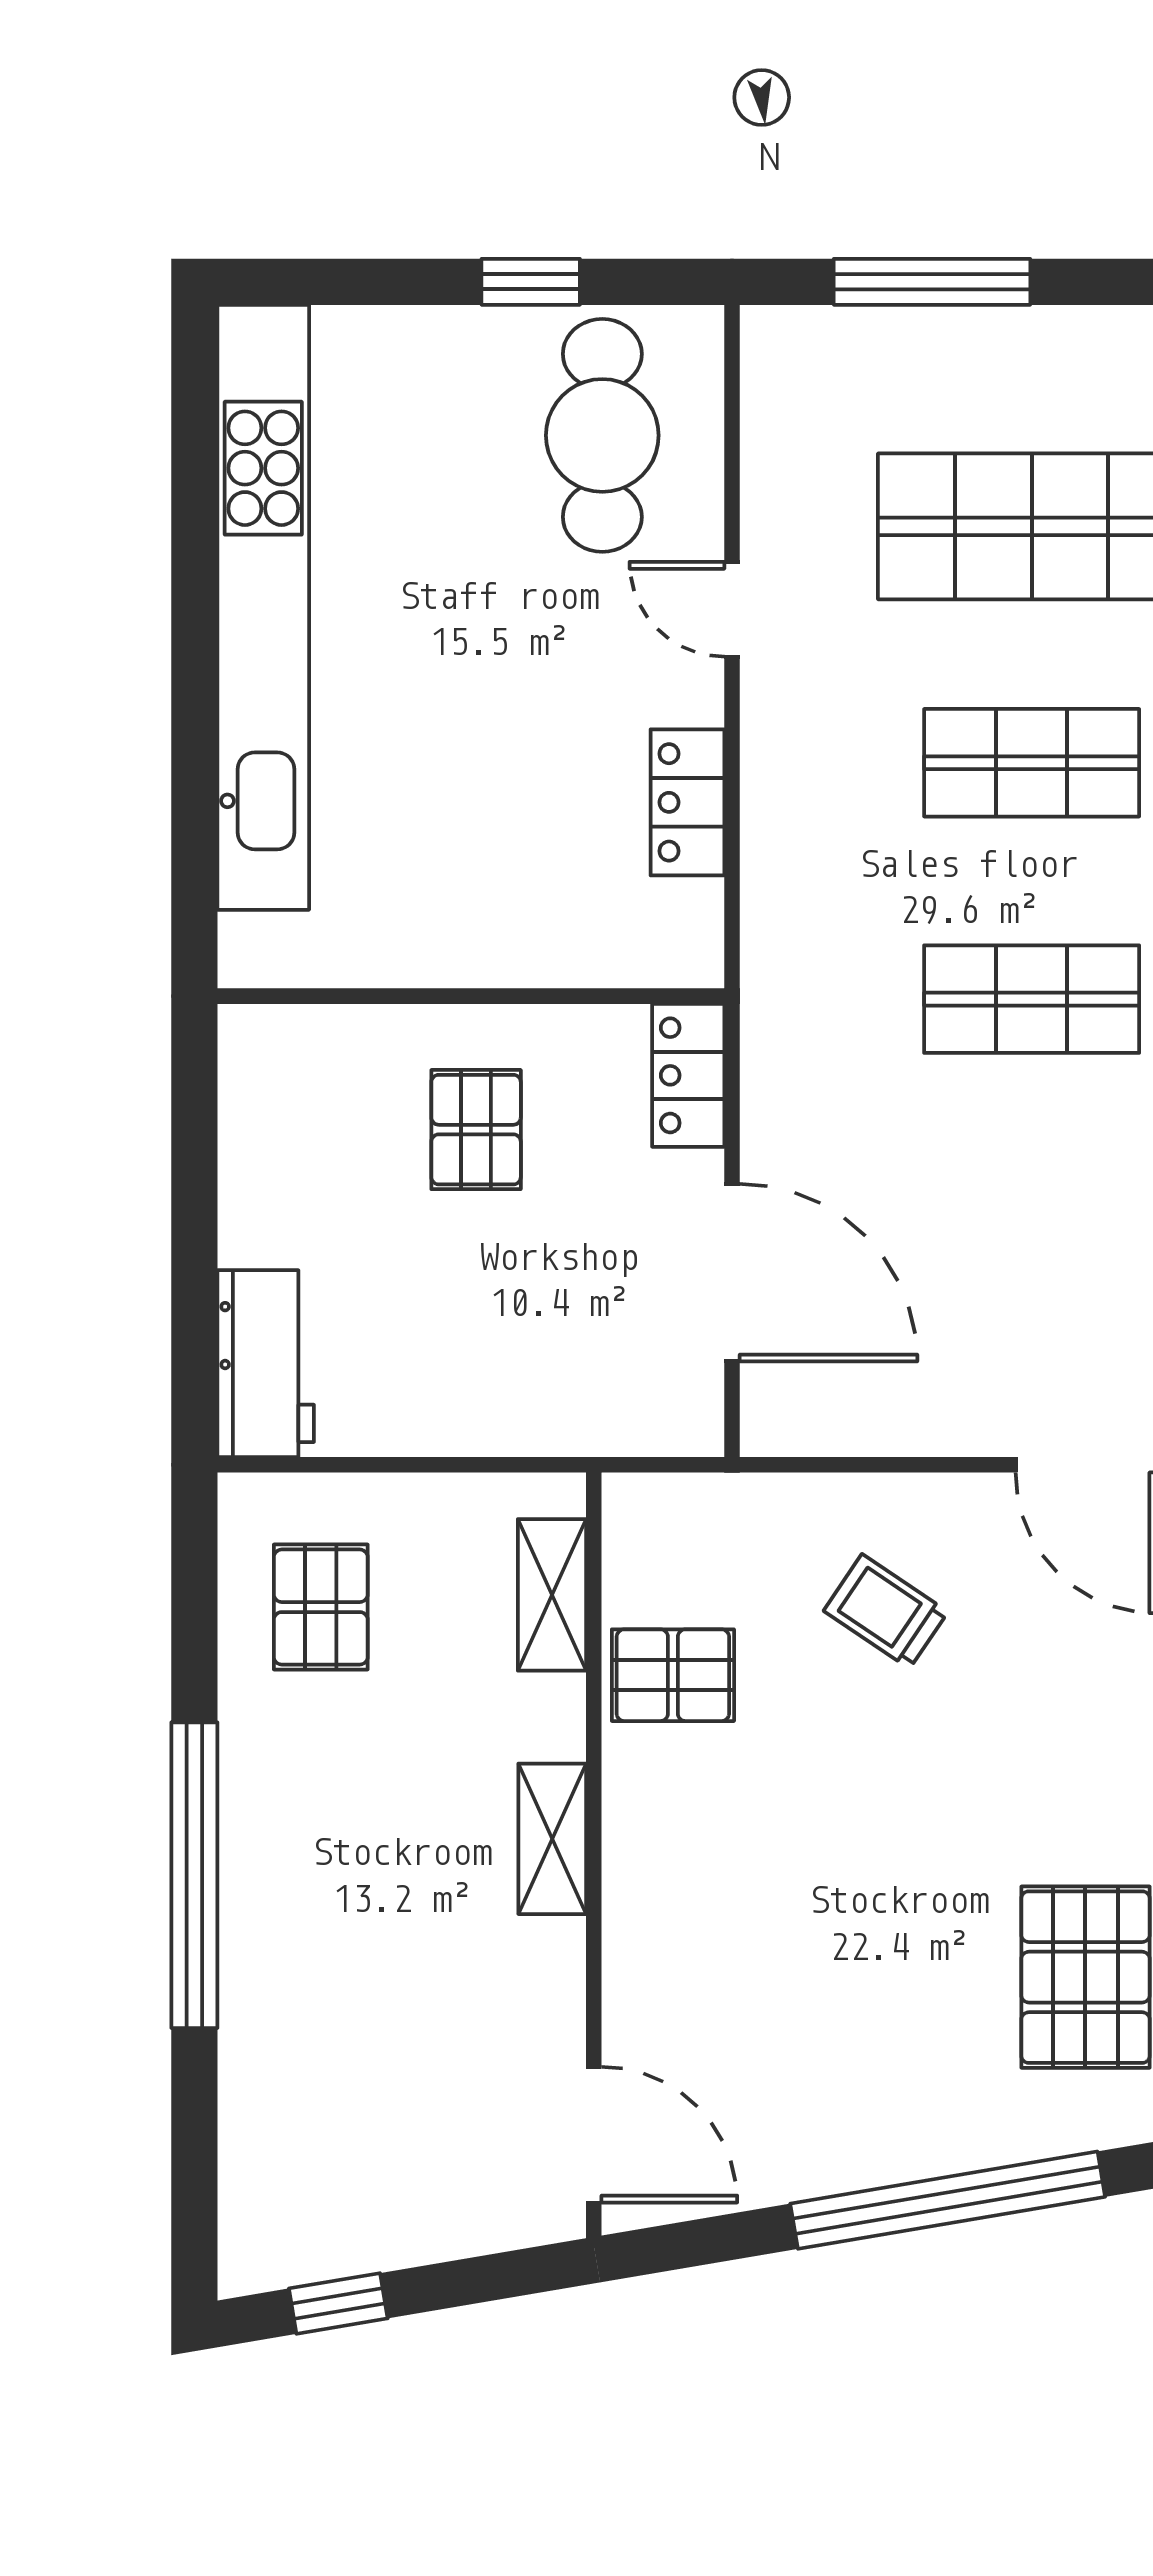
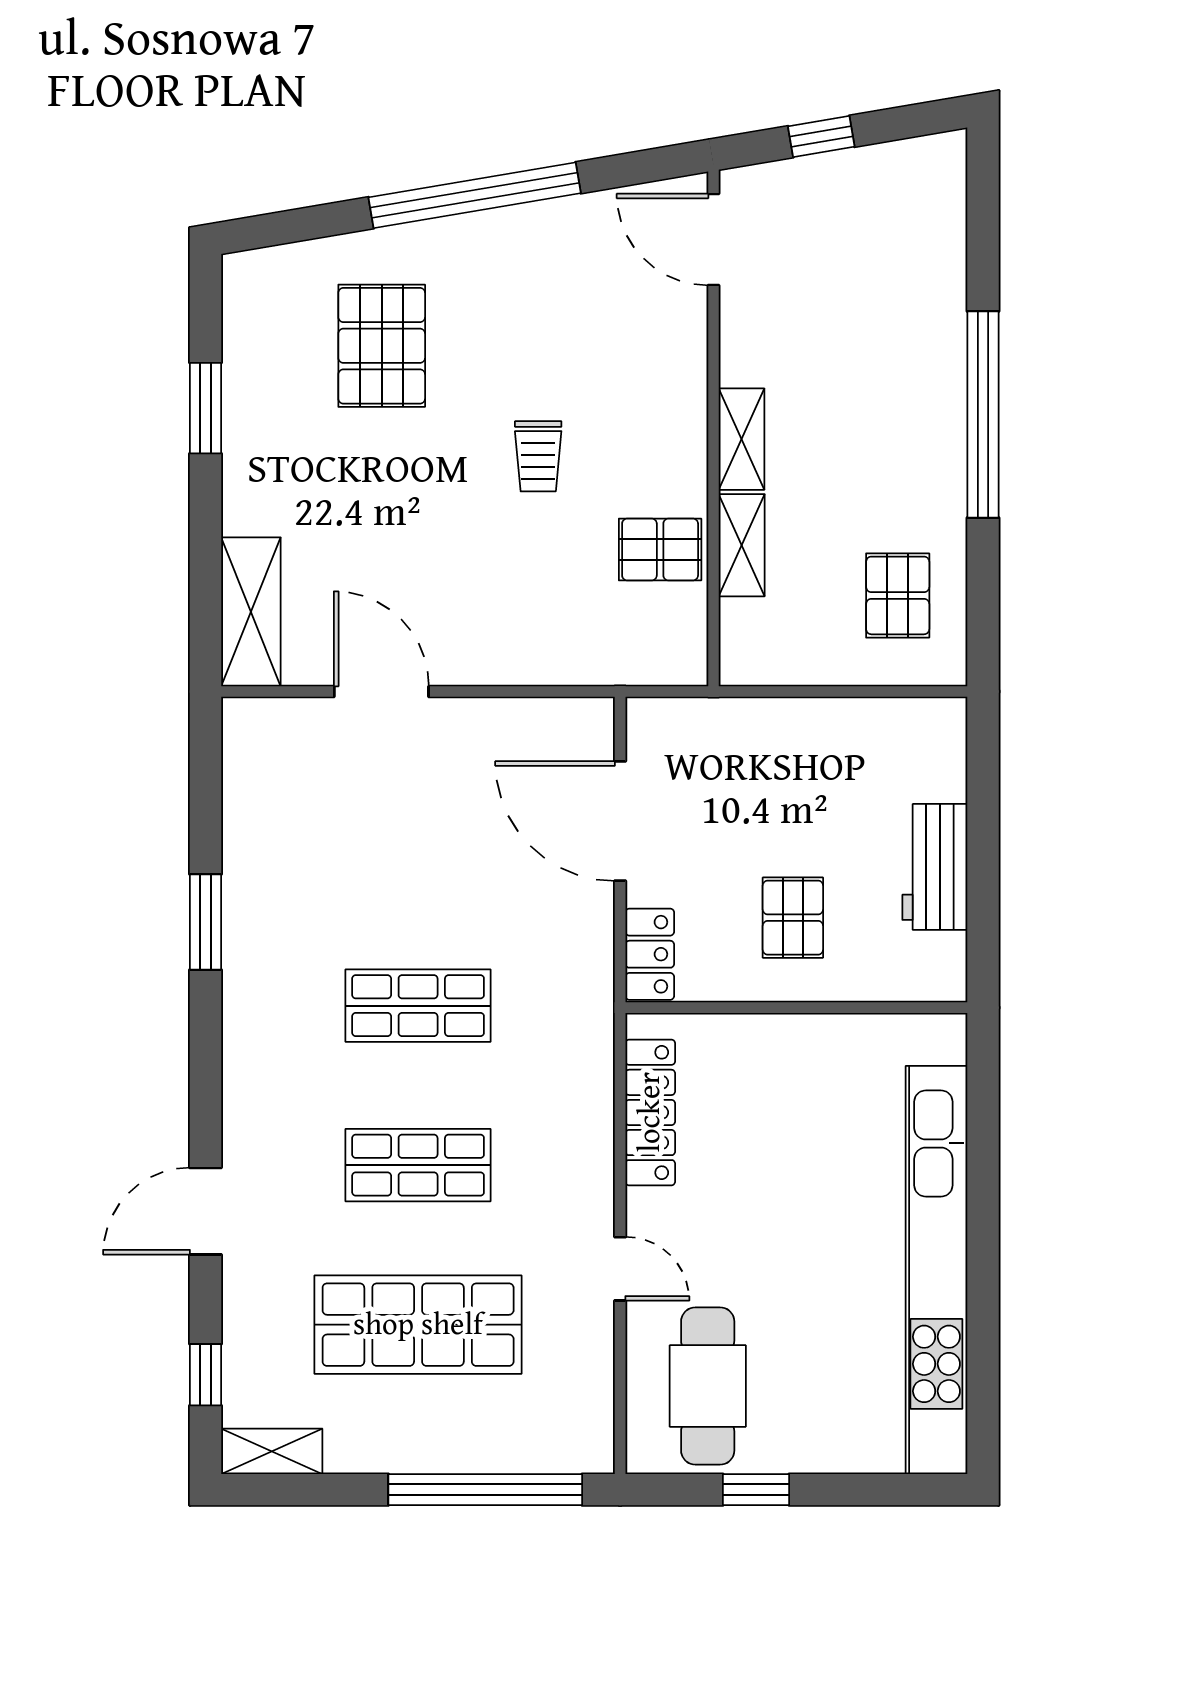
window: (932, 282) -> (485, 1490), width x1.46
locker: (687, 802) -> (650, 1112), width x1.53
workbench: (266, 1364) -> (935, 867), moved
shelving: (552, 1595) -> (742, 545), moved
trolley: (886, 1611) -> (538, 456), moved, turned 56
window: (338, 2303) -> (821, 137), moved

